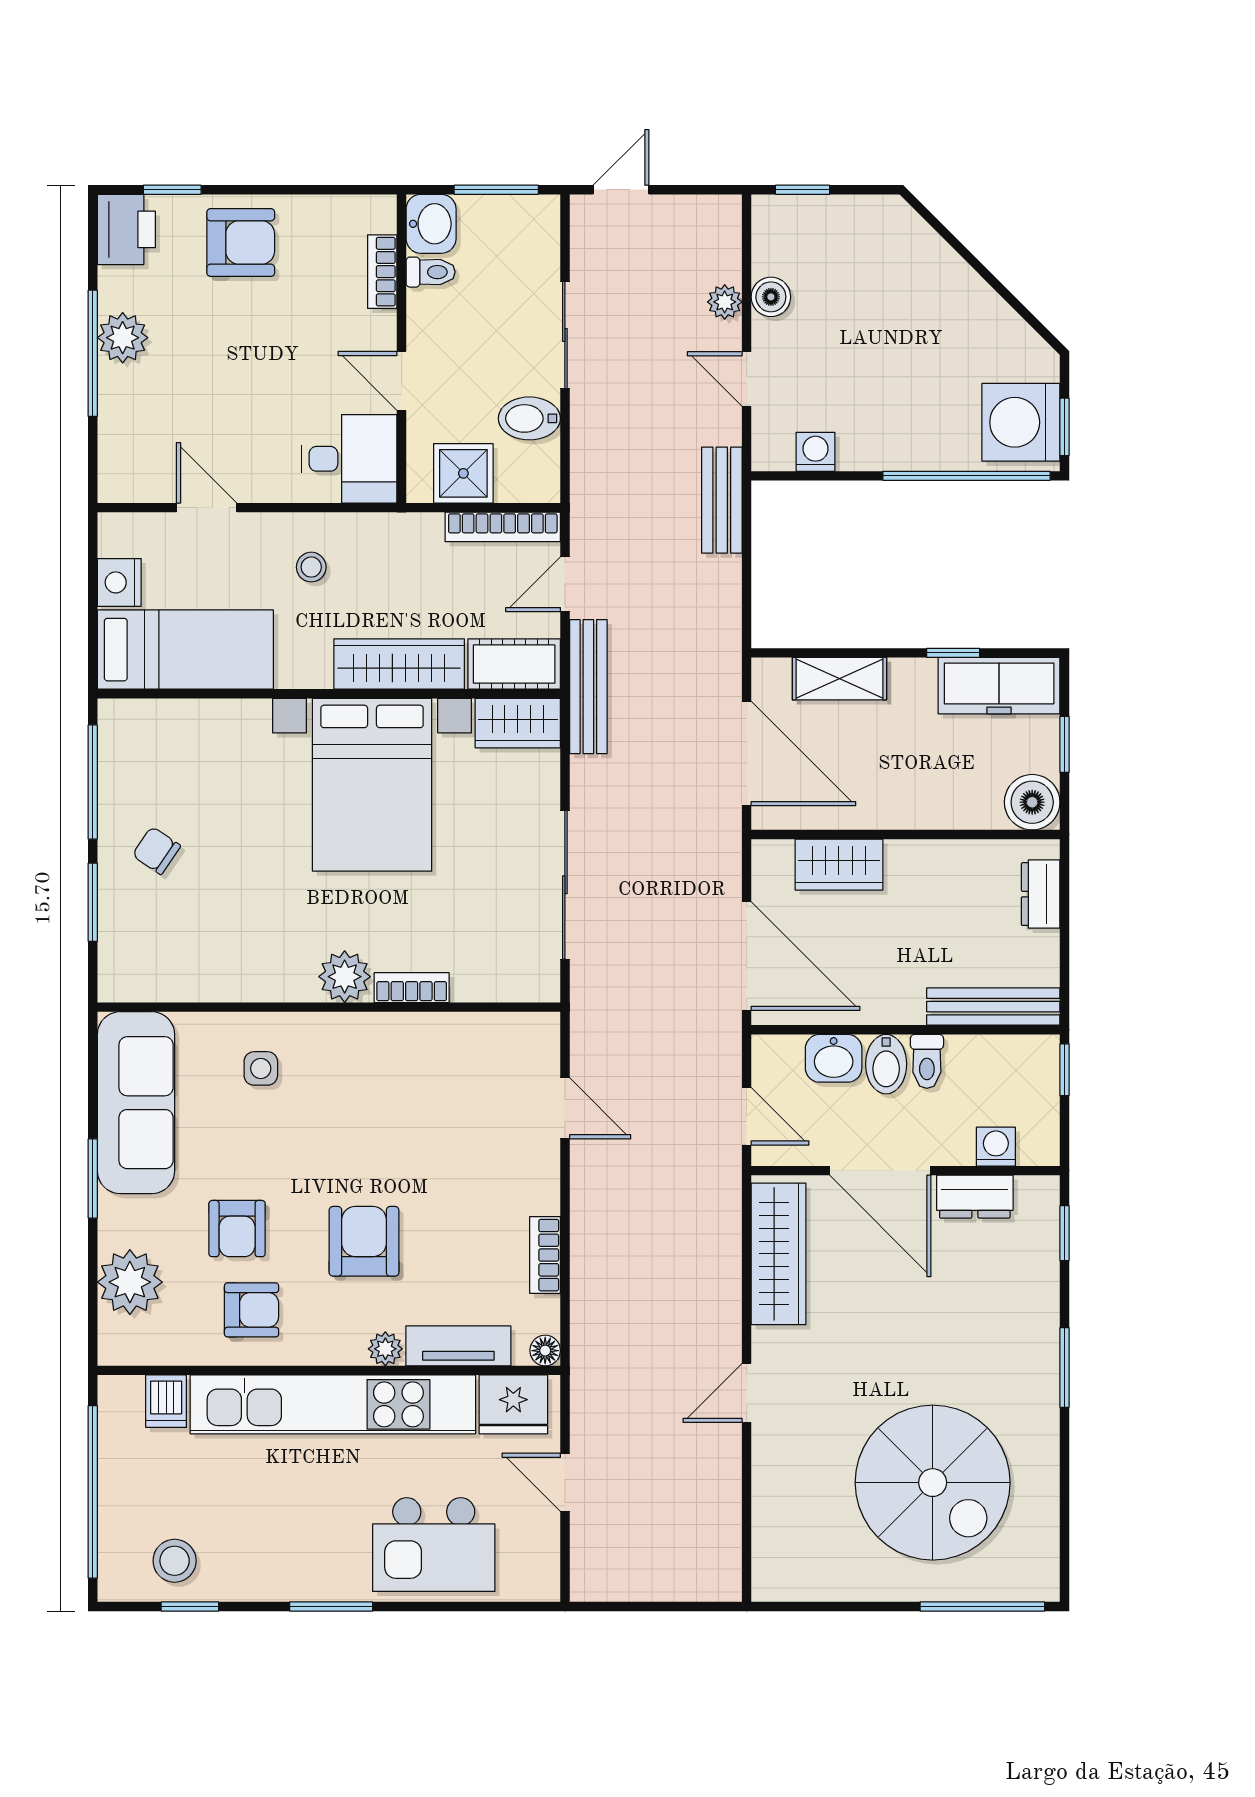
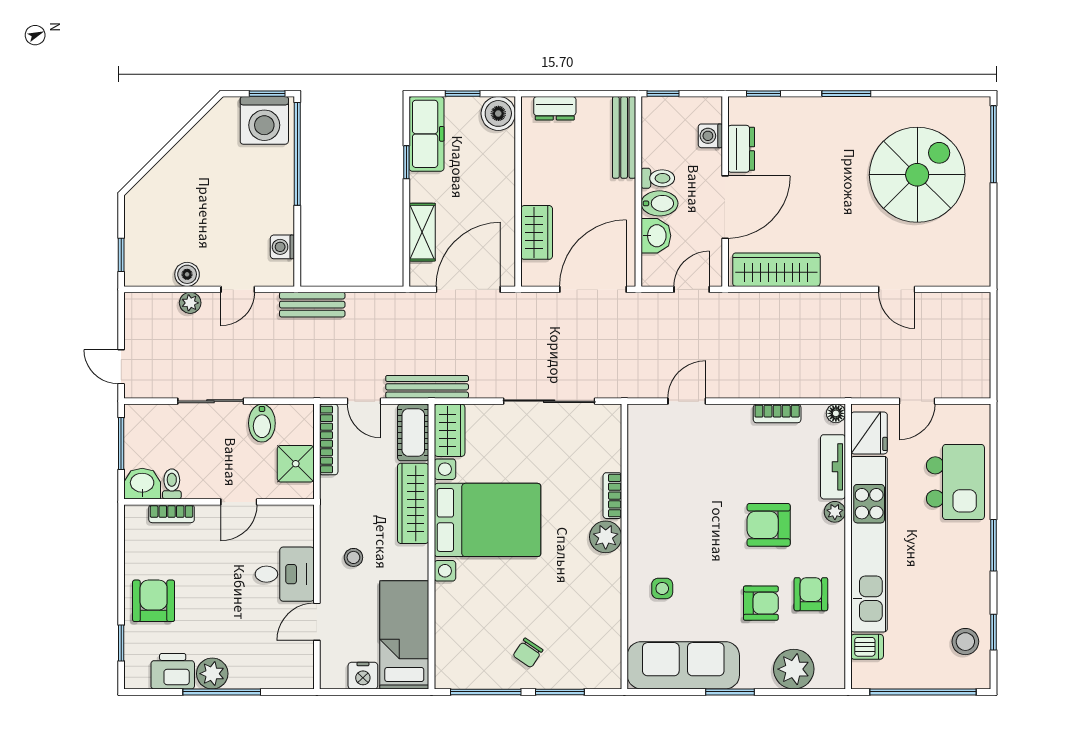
printer: (126, 229) -> (173, 671), moved
desk: (349, 459) -> (285, 574), moved, turned 90
door: (747, 1393) -> (897, 289), moved

